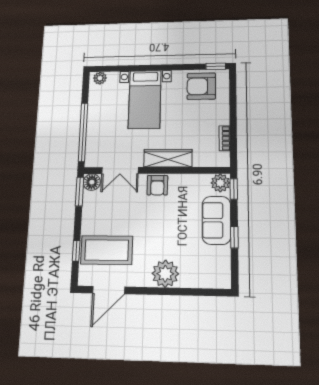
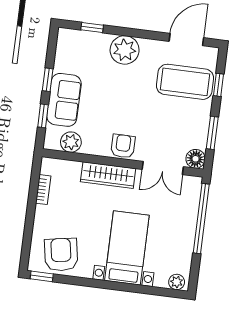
armchair: (201, 86) -> (61, 255), turned -100
double door: (120, 171) -> (163, 168), swing flipped
plant: (220, 183) -> (71, 142), moved
window: (234, 189) -> (43, 116), moved
window: (80, 192) -> (212, 133), moved
window: (198, 292) -> (92, 28), added

